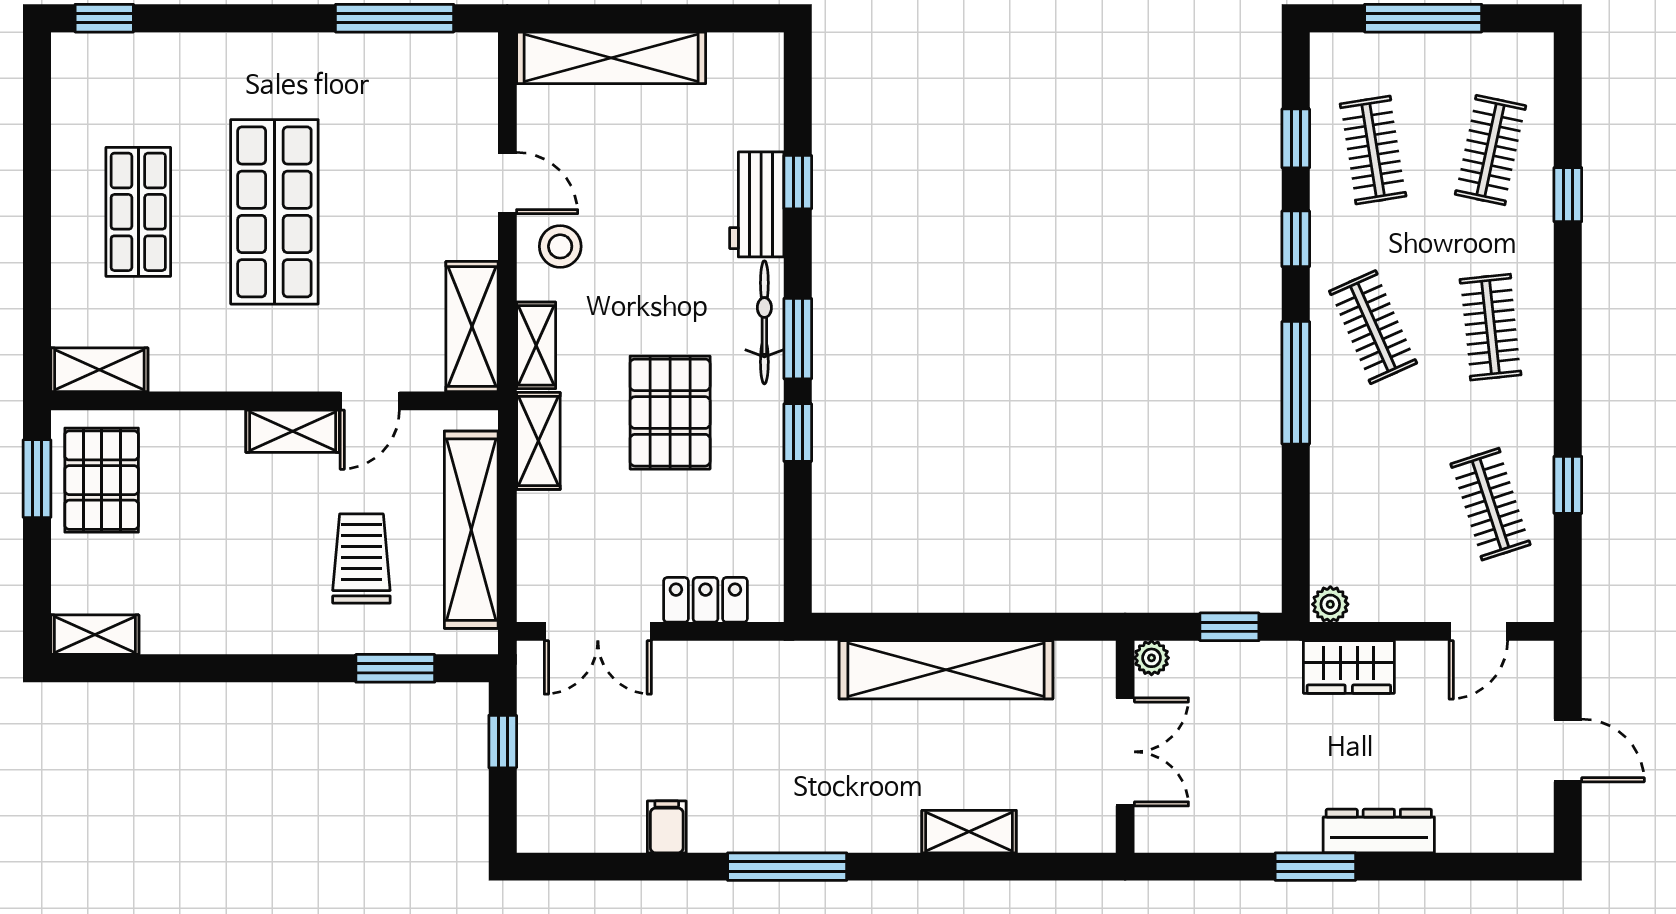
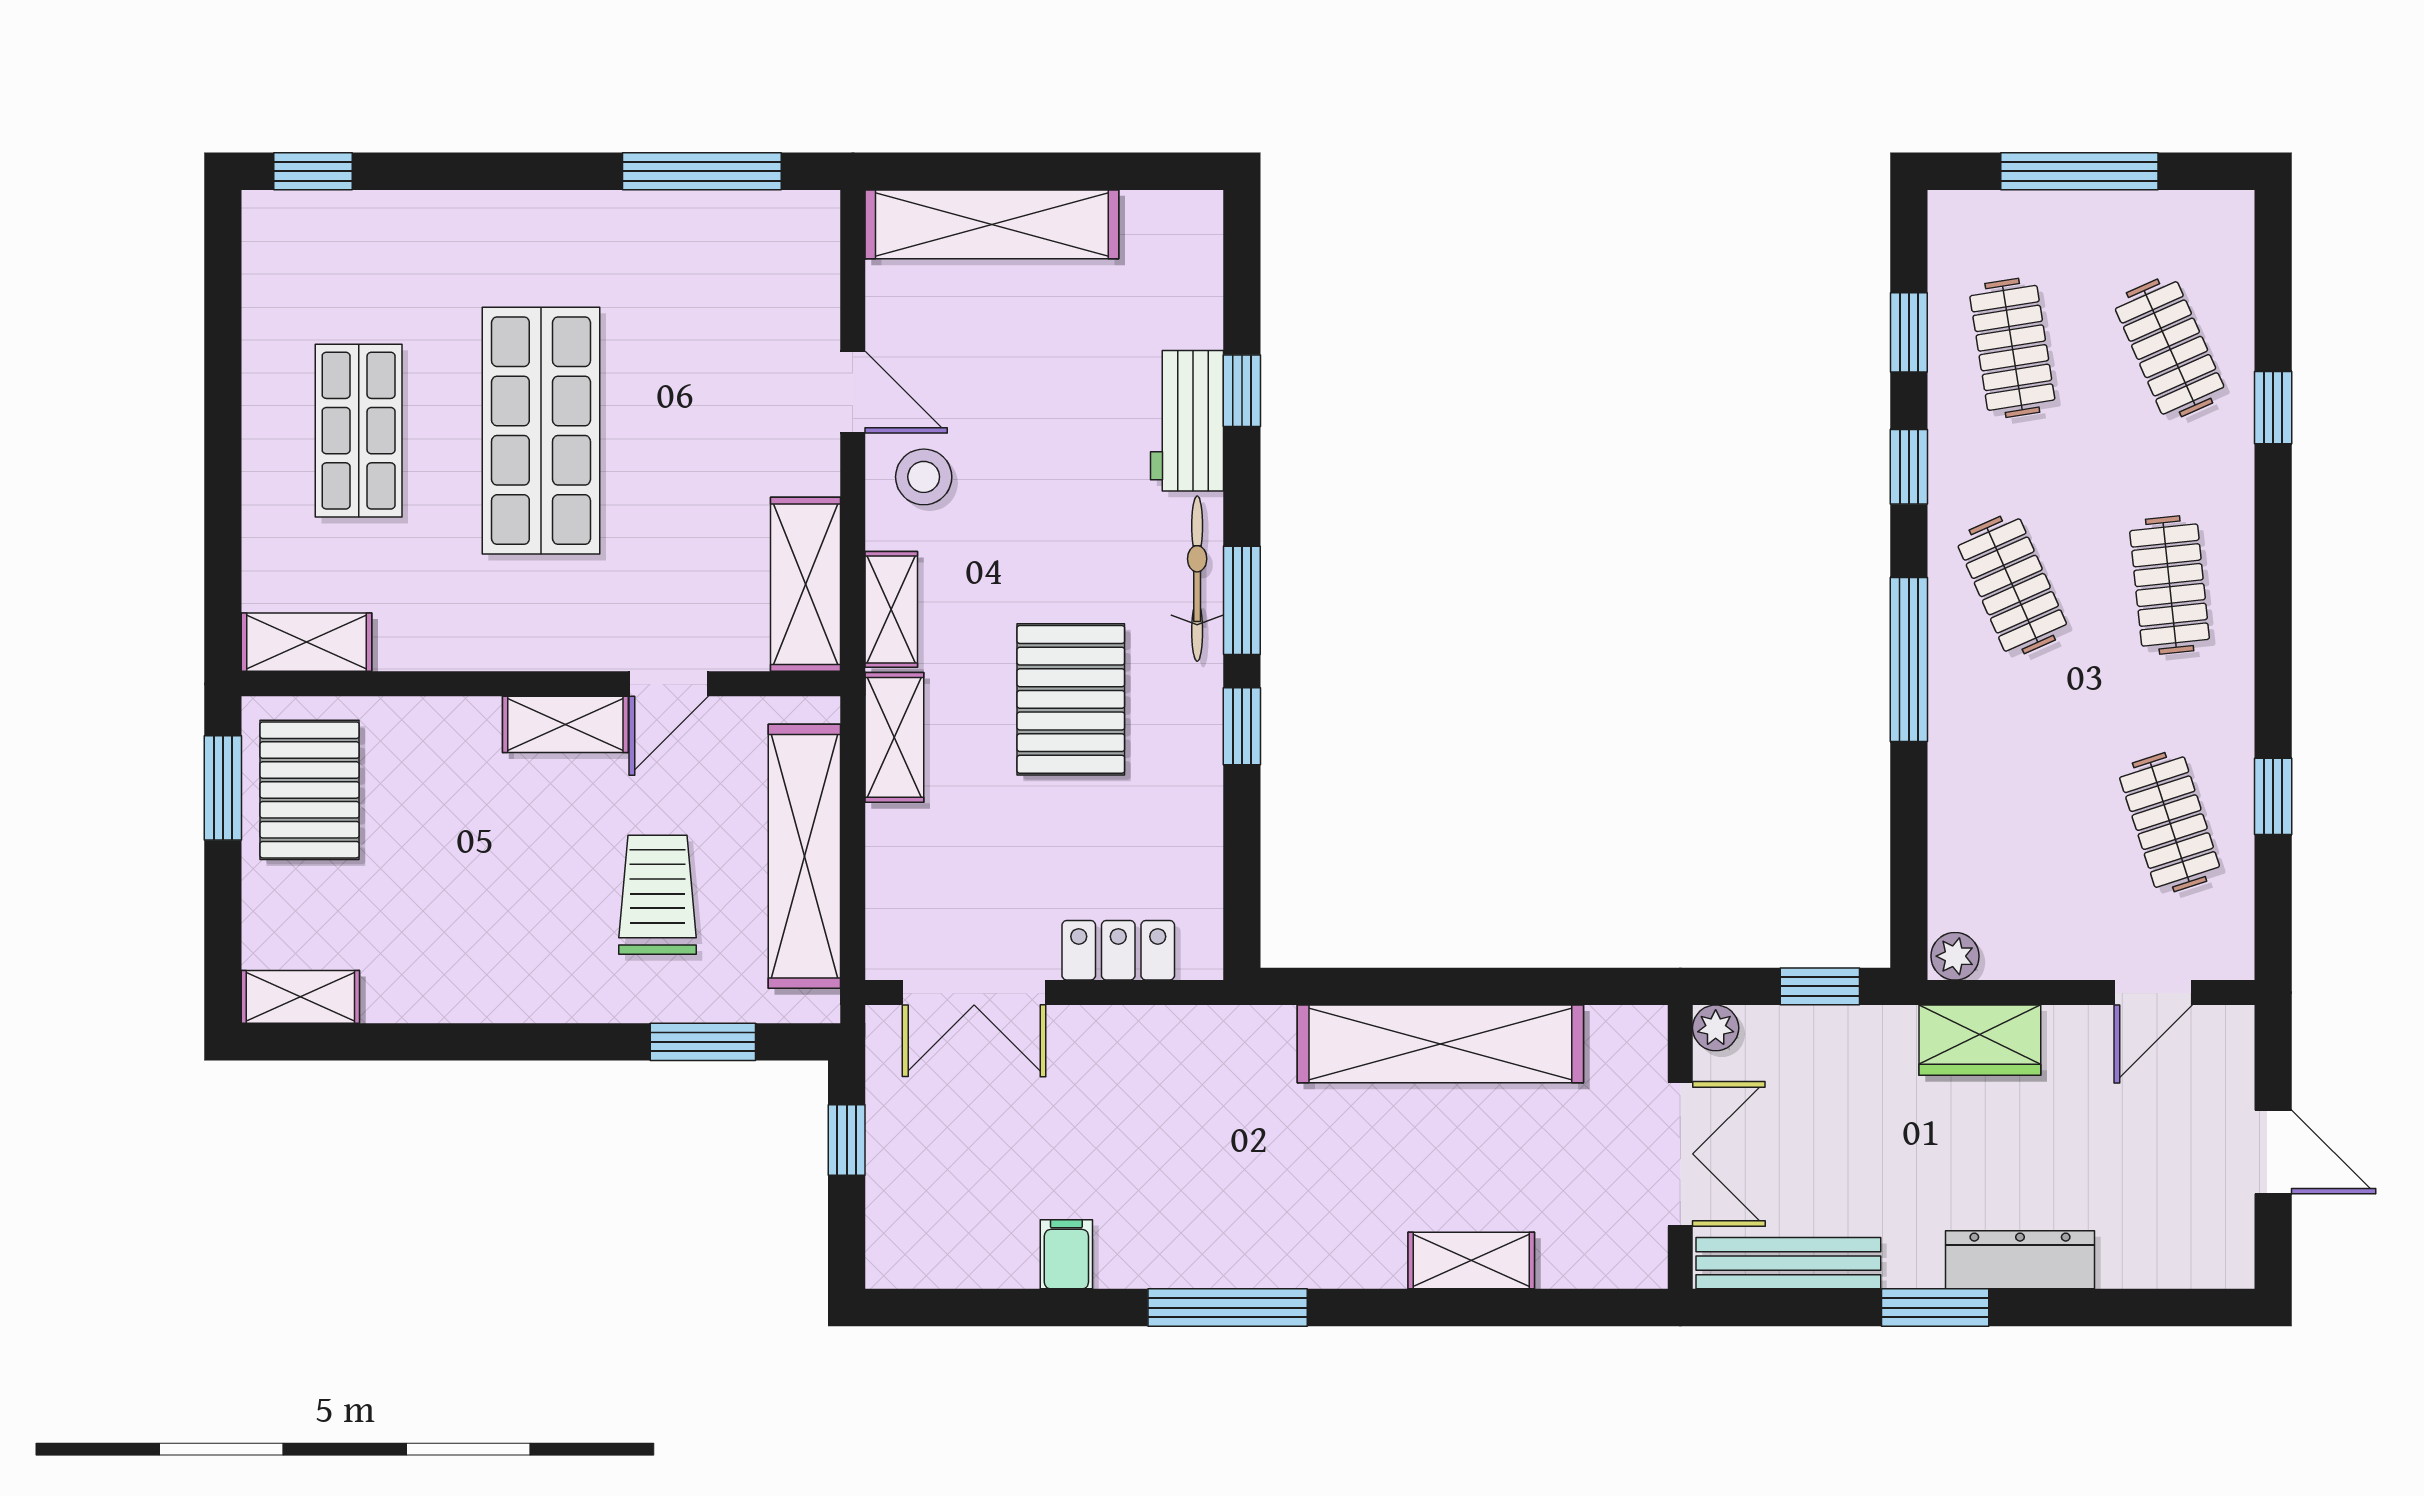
clothes rail: (1490, 150) -> (2170, 348), turned -36
bench: (1206, 833) -> (1788, 1263), added

